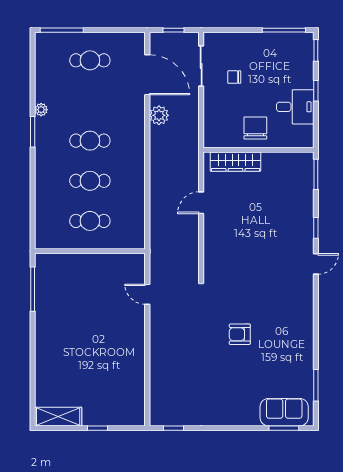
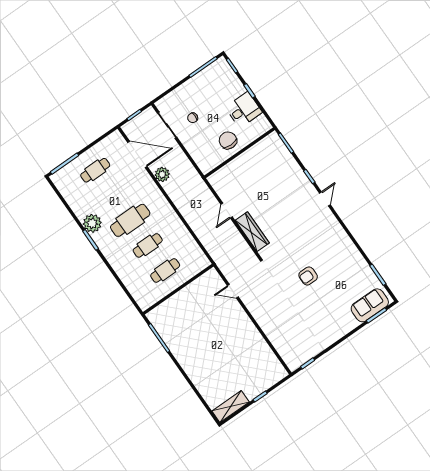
plant: (41, 110) -> (92, 223), width x1.87, depth x1.87
cafe table: (90, 141) -> (130, 220), width x1.37, depth x1.35
wardrobe: (235, 162) -> (252, 232), moved, turned -90

